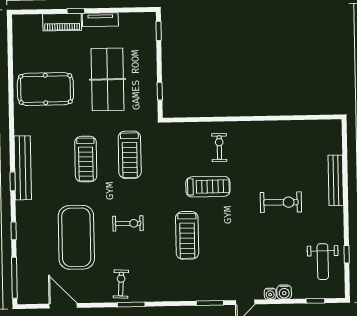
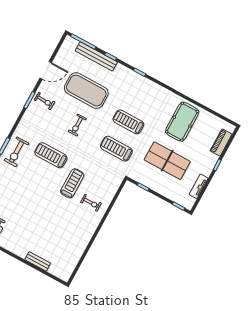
tv unit: (100, 20) -> (199, 186), moved
piano: (62, 22) -> (221, 143), moved
bench: (23, 168) -> (96, 56), moved
bench: (336, 180) -> (38, 261), width x0.73
treadmill: (208, 187) -> (72, 183), turned 180
exercise bike: (281, 202) -> (16, 152), moved
door: (63, 306) -> (46, 70), moved

